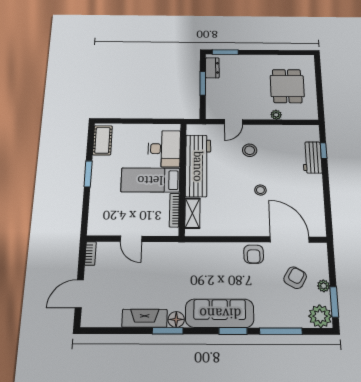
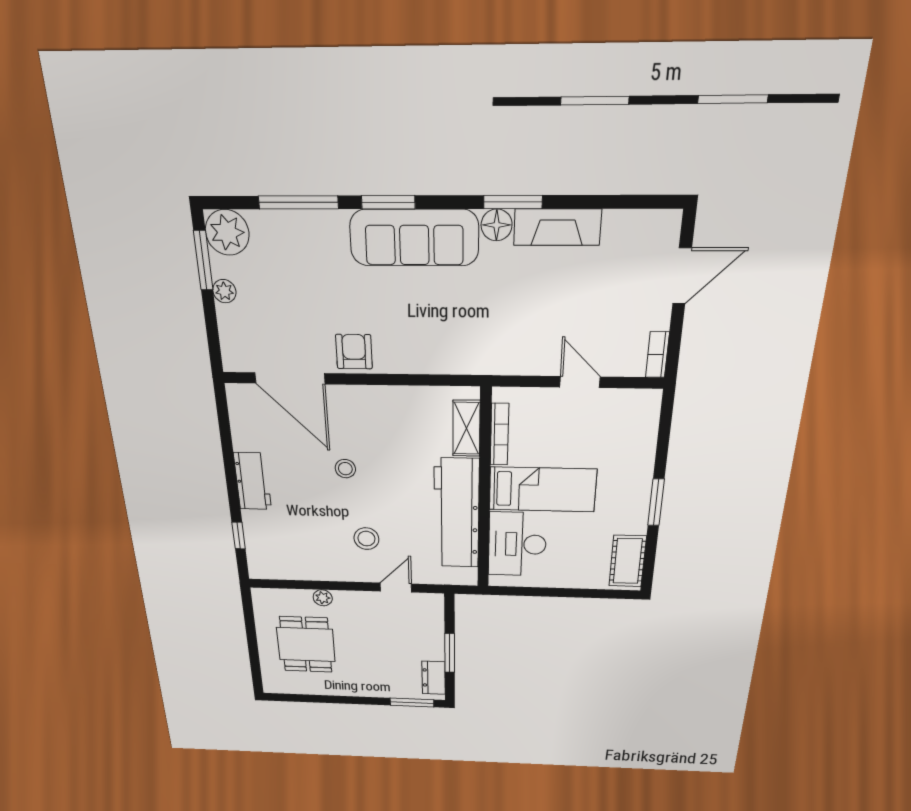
workbench: (312, 157) -> (253, 481), moved
armchair: (295, 278) -> (277, 307), removed

